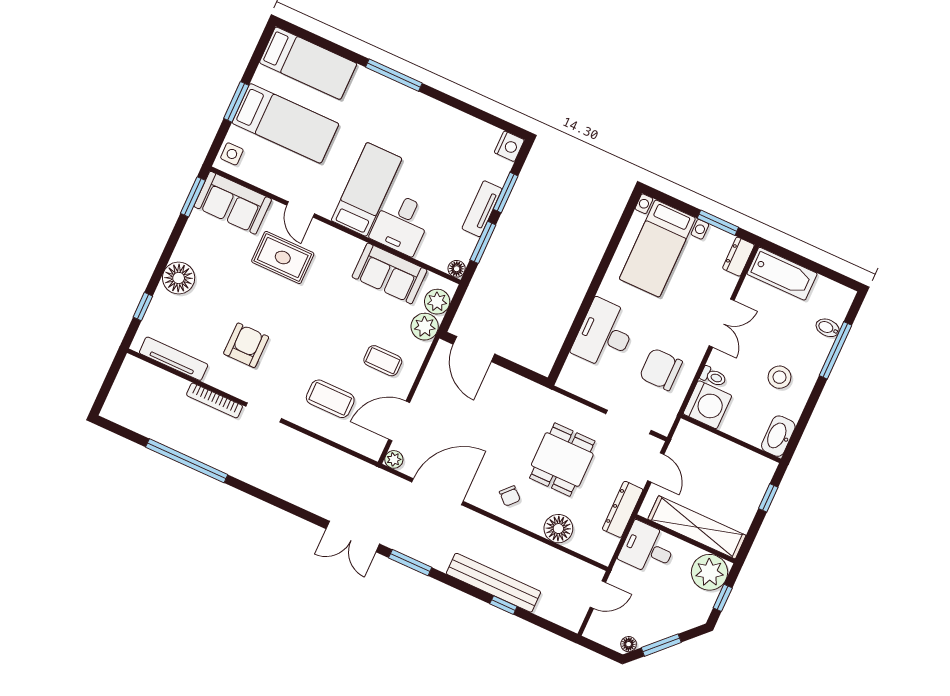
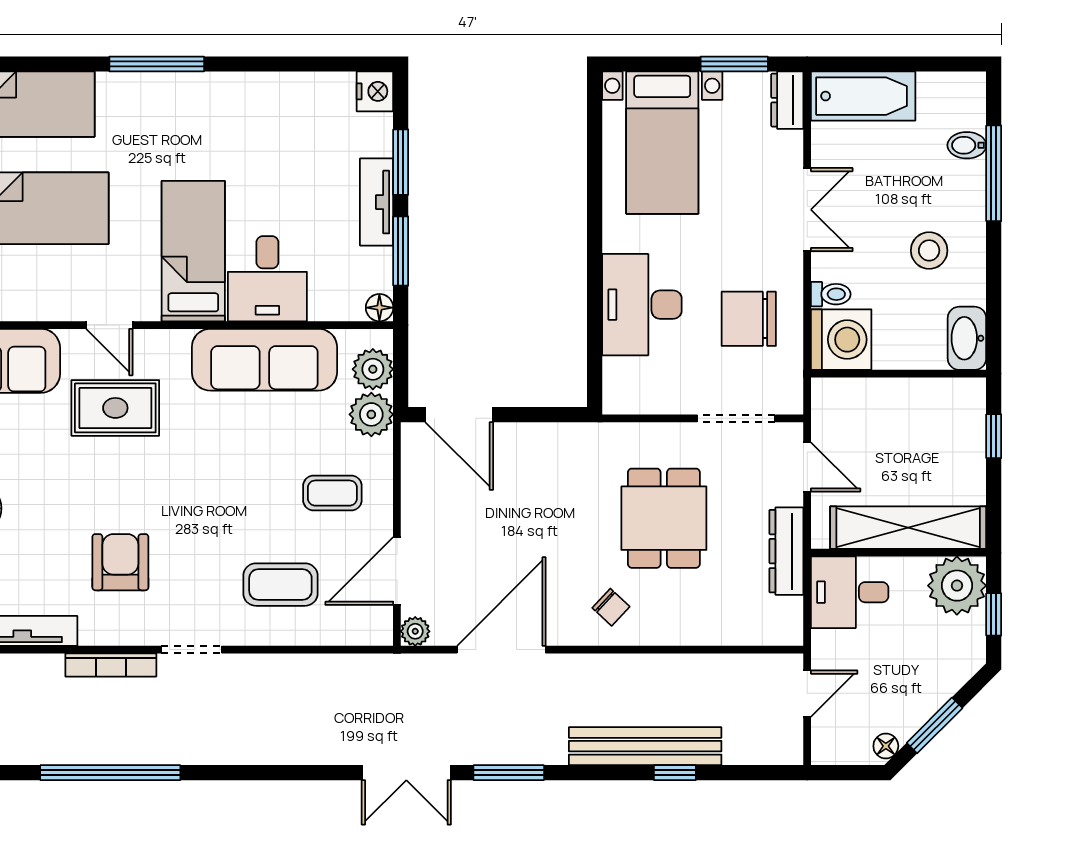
sofa: (390, 273) -> (264, 360), width x1.36
floor lamp: (558, 529) -> (705, 623), removed

